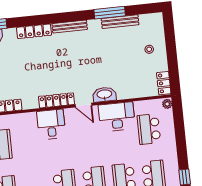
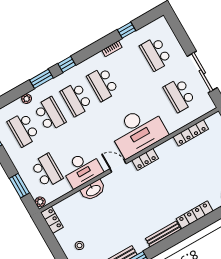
washbasin: (104, 94) -> (93, 190), moved
locker: (56, 100) -> (145, 159), width x0.66
desk: (51, 124) -> (138, 131), width x1.87, depth x1.30
window: (179, 127) -> (19, 186), added

